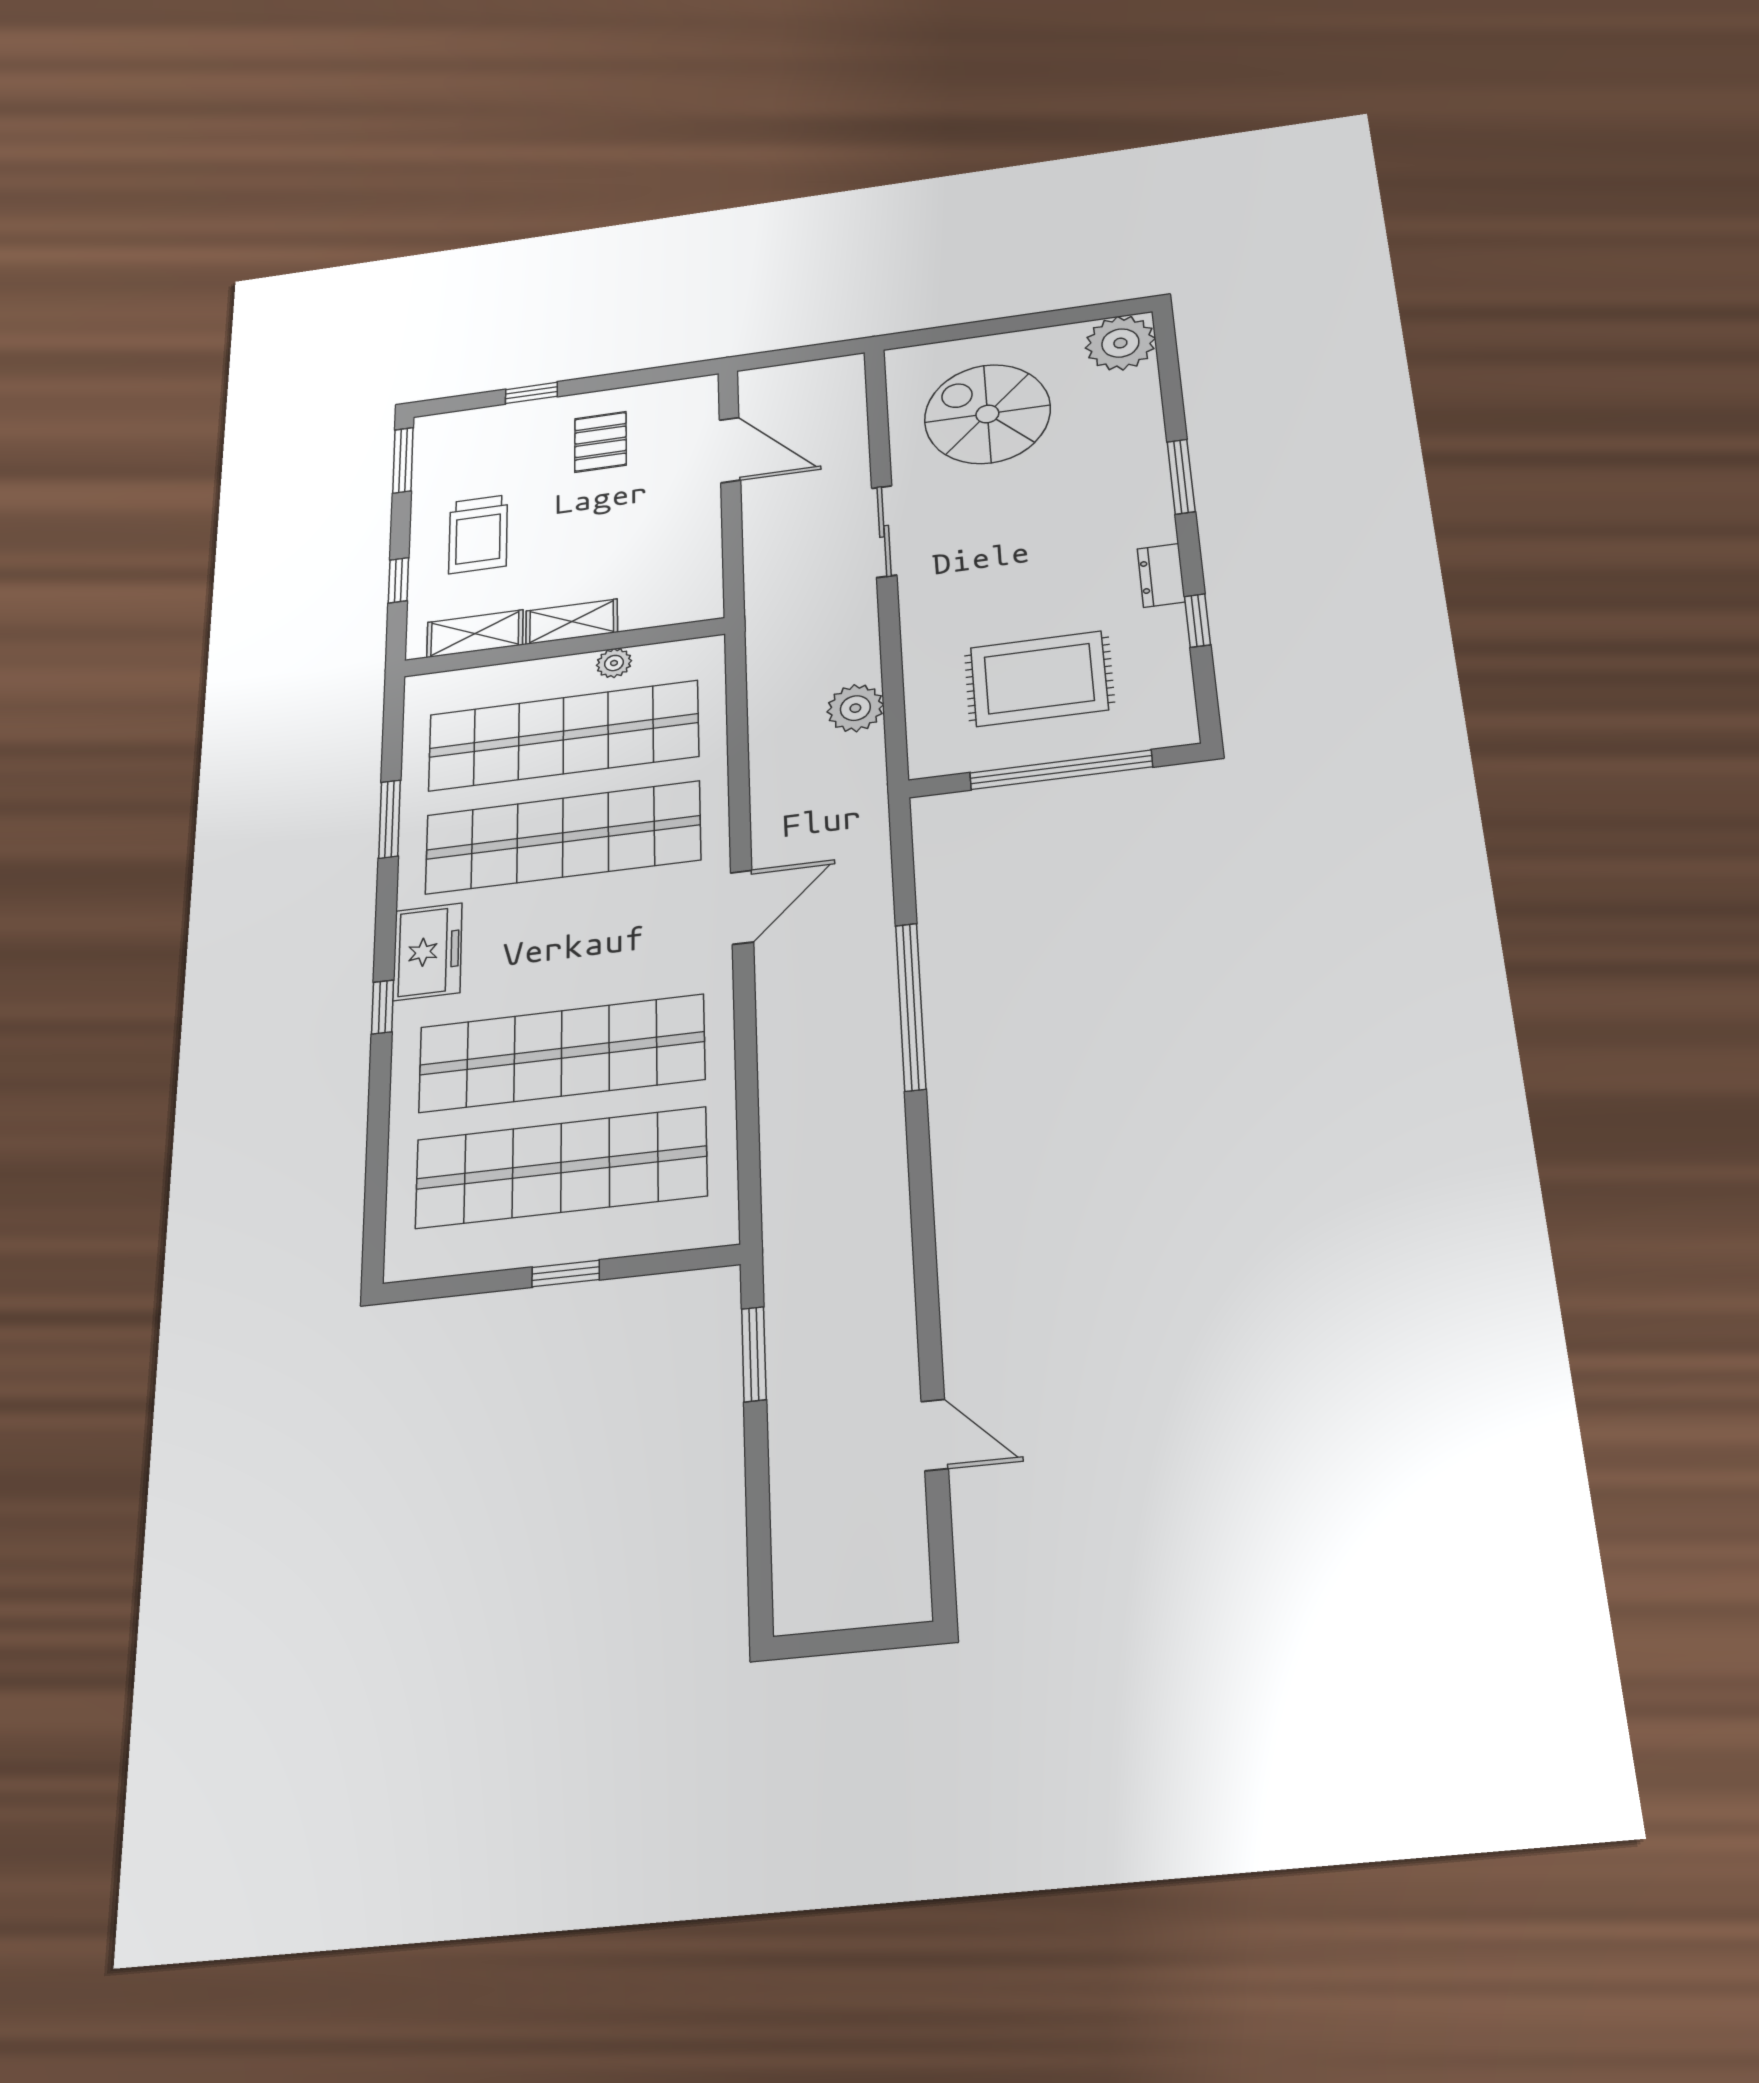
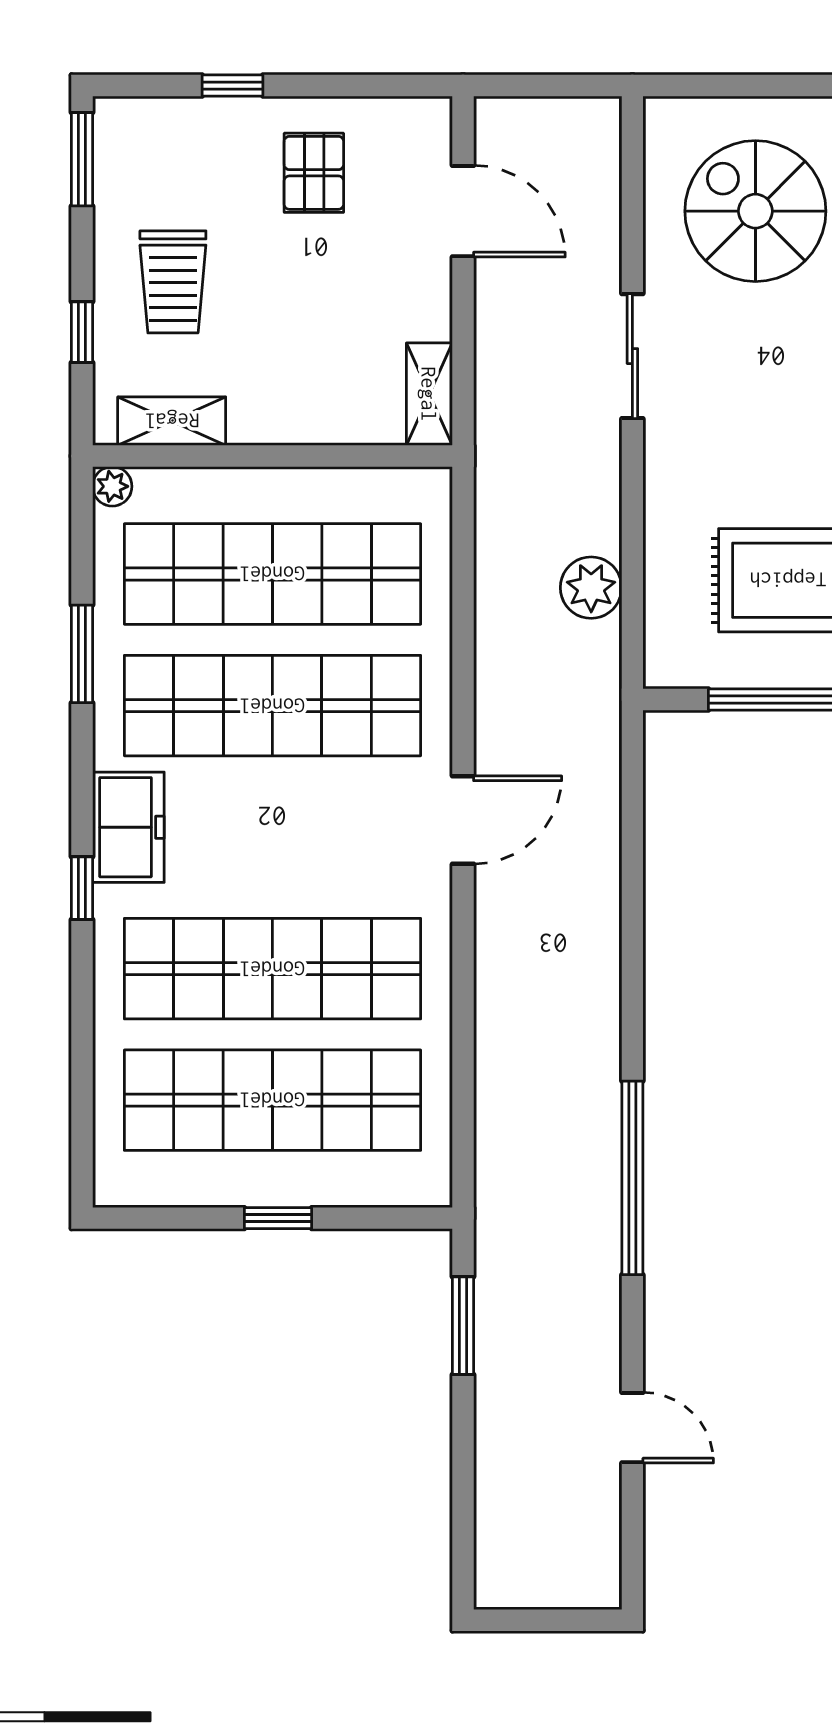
shelving: (572, 622) -> (429, 394), moved, turned 90
plant: (614, 663) -> (112, 486), moved
window: (911, 1007) -> (632, 1178), moved

